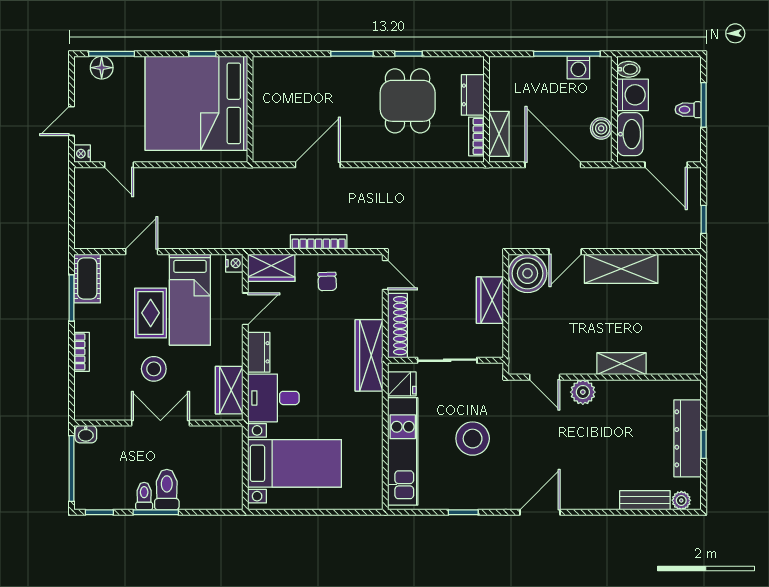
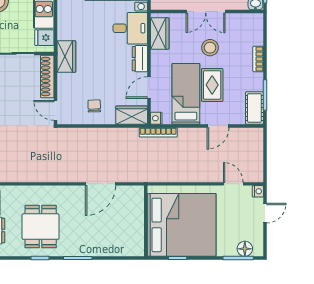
bookcase: (319, 242) -> (158, 132), moved
wardrobe: (369, 355) -> (66, 57), width x0.67

